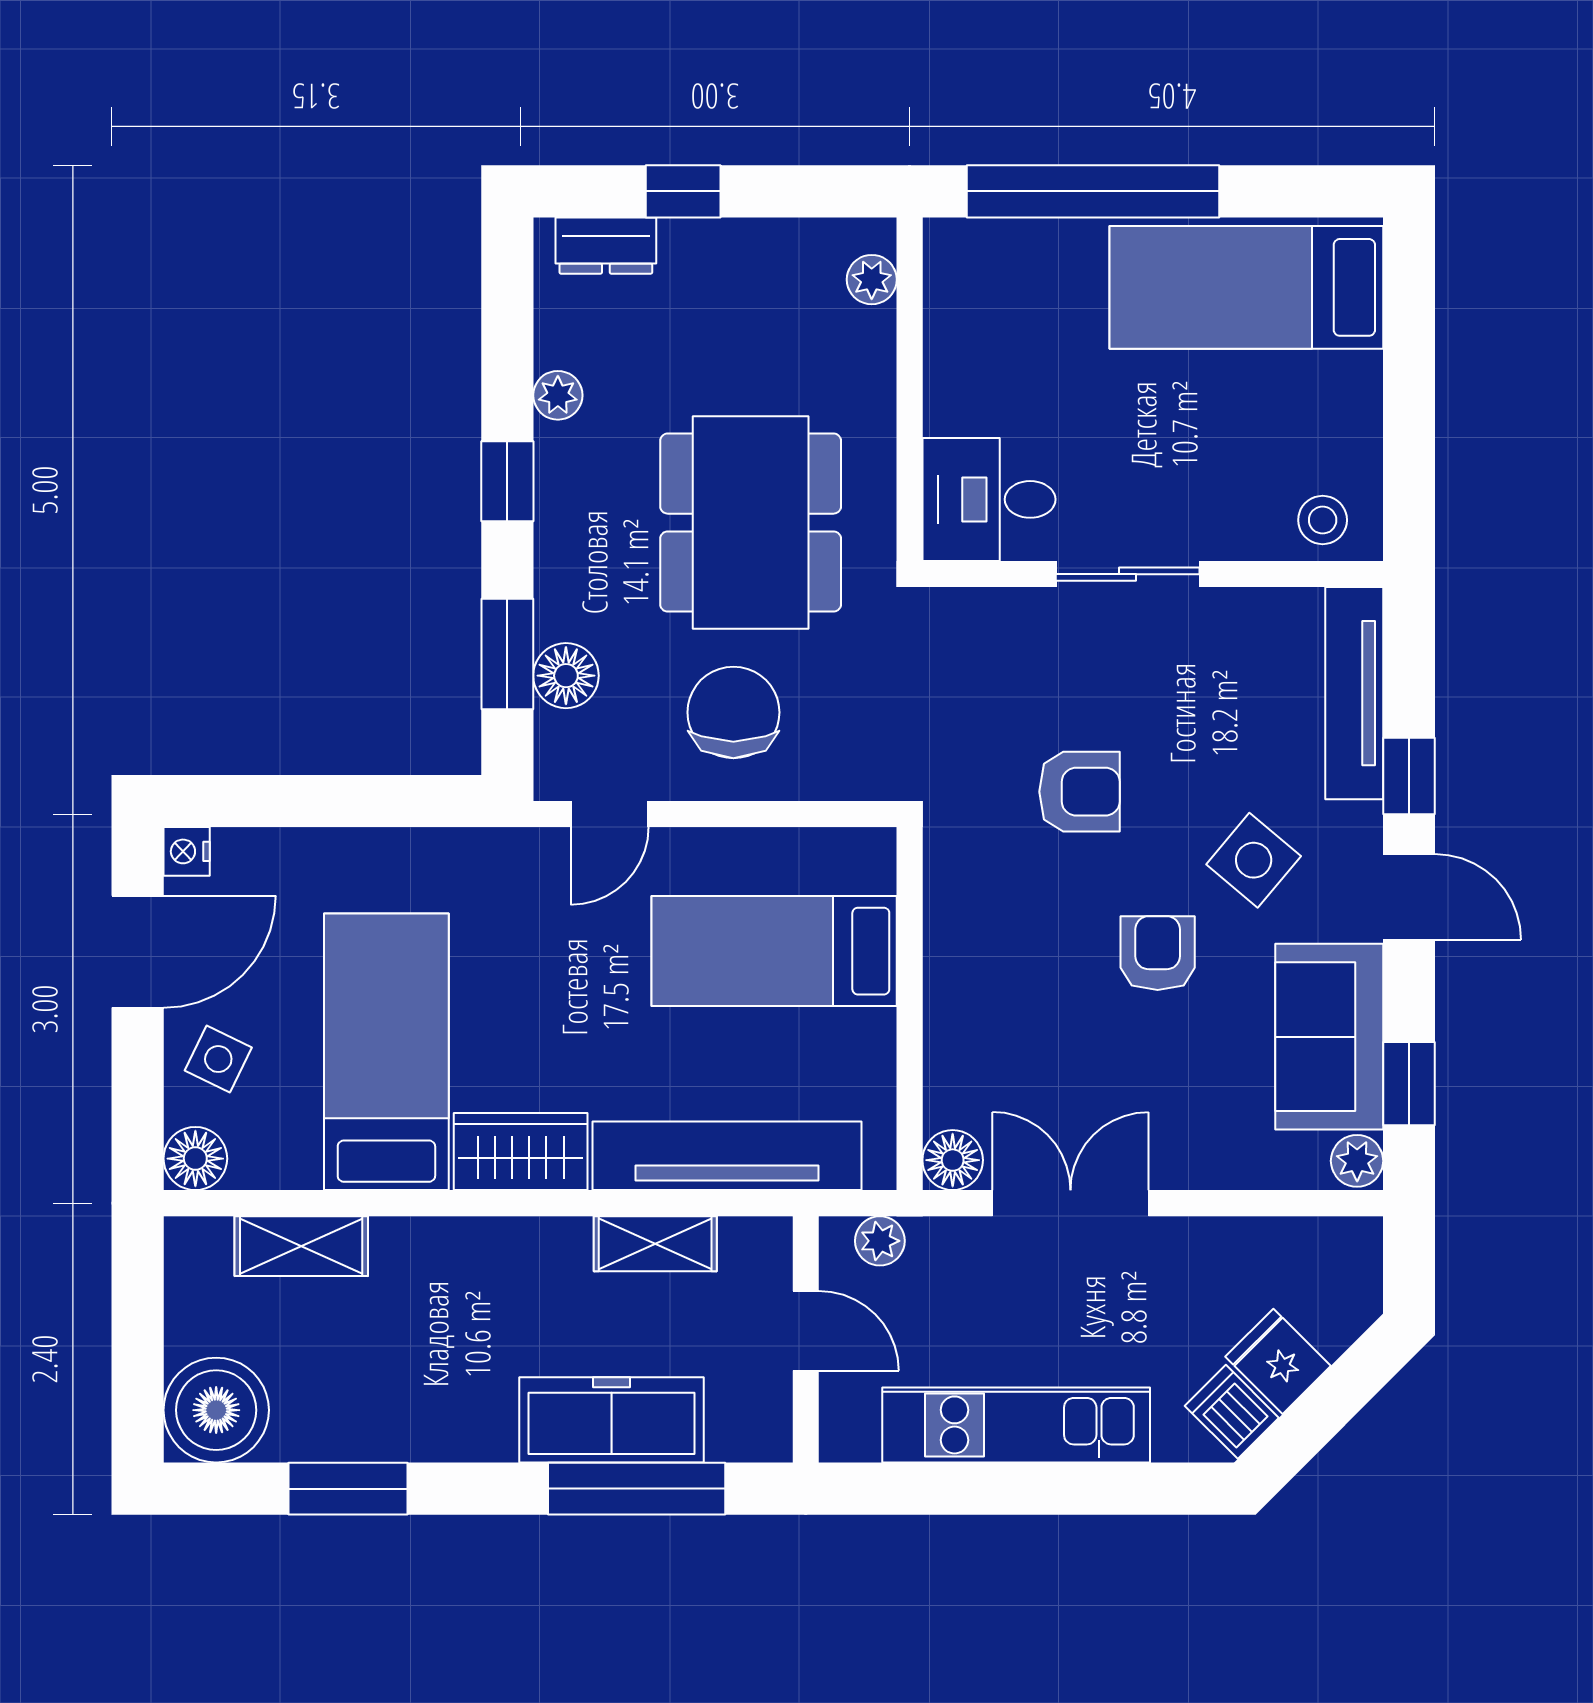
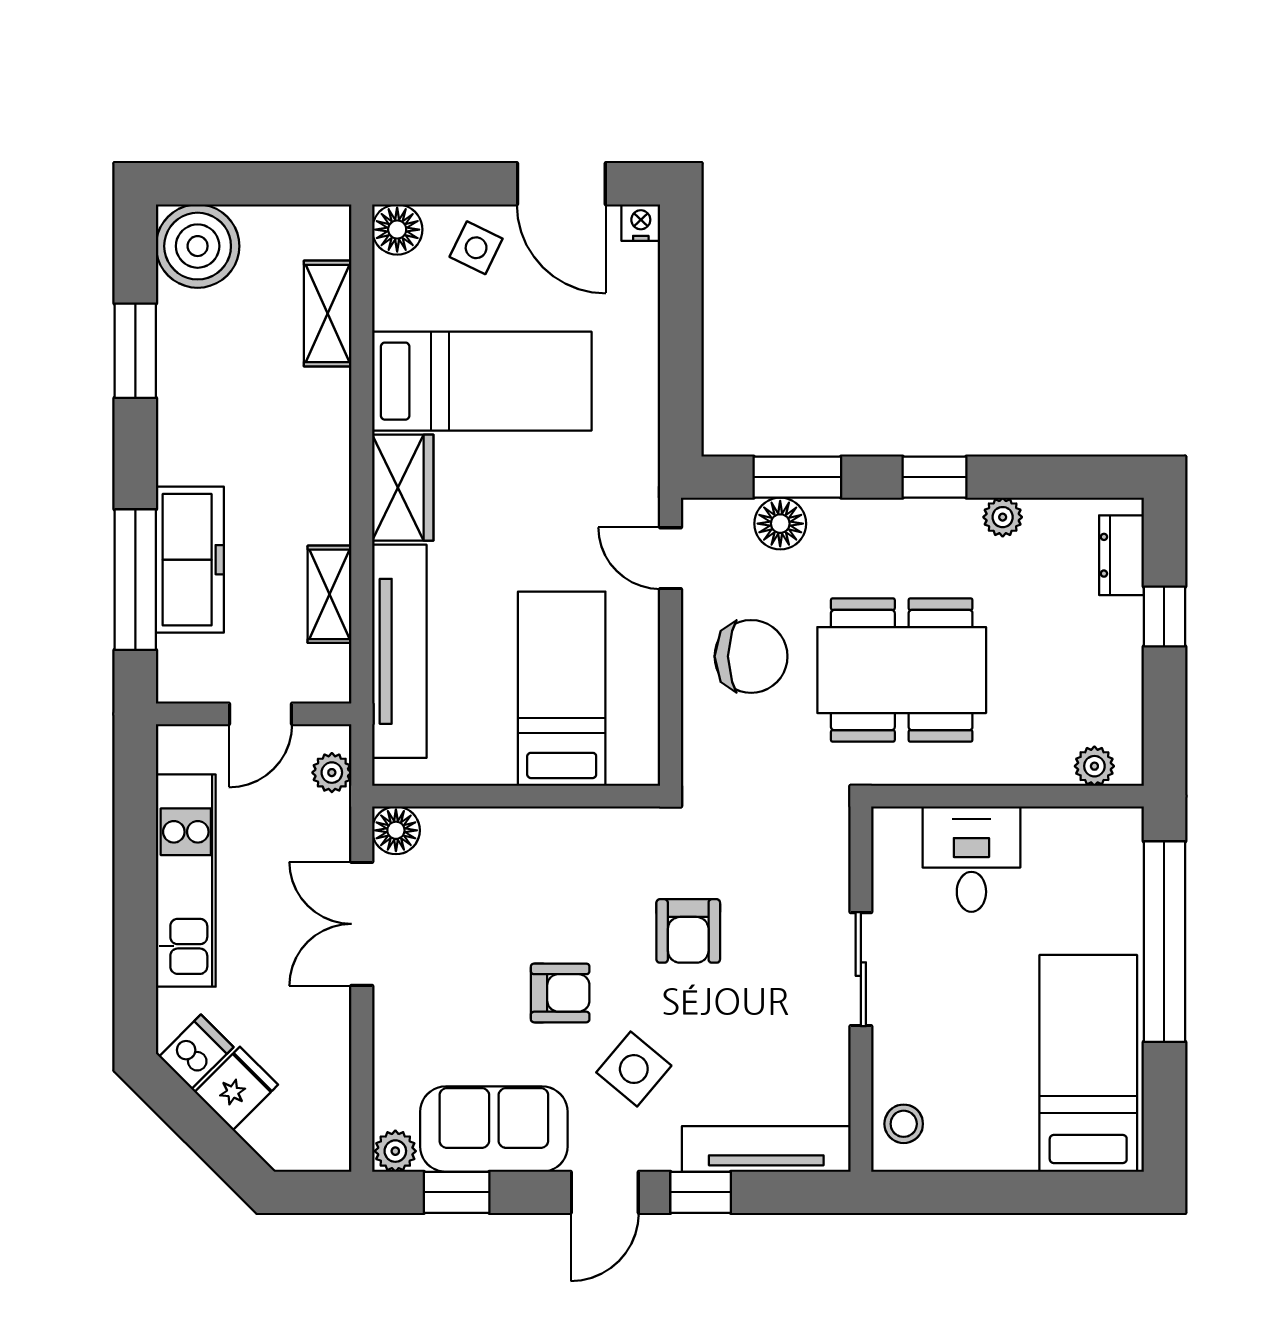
desk: (989, 499) -> (971, 859), moved
double door: (1071, 1203) -> (362, 924), swing flipped

